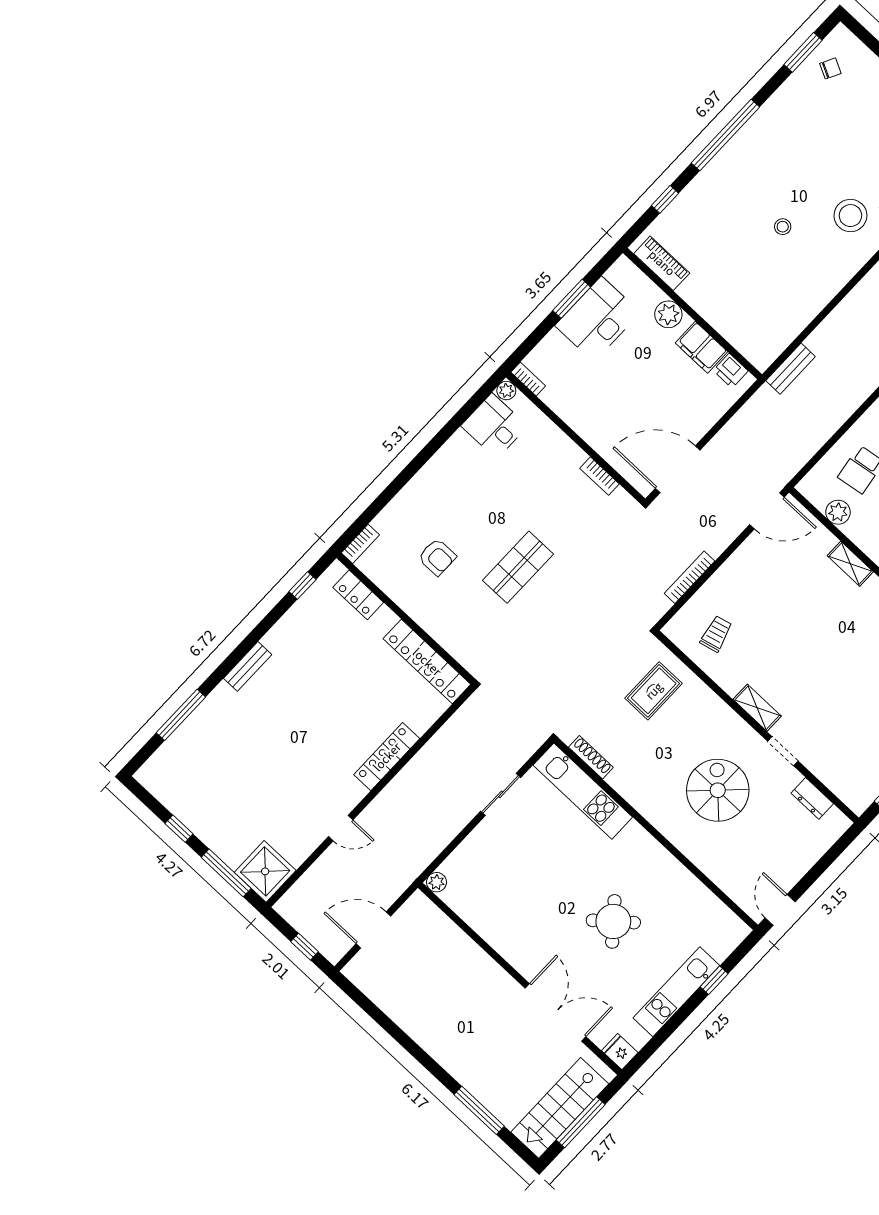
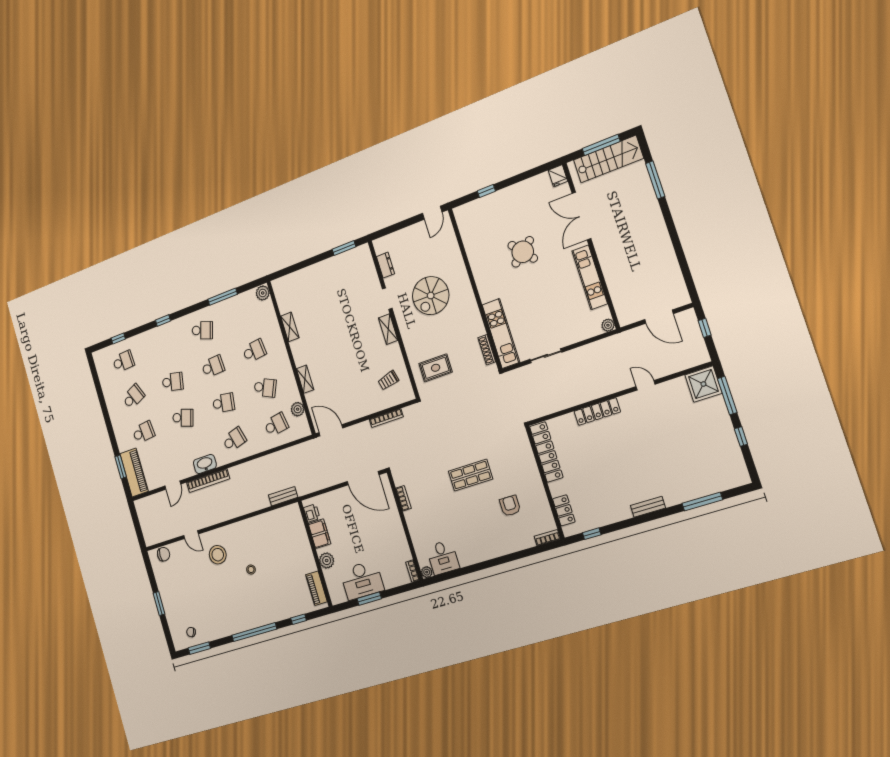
kitchen unit: (676, 992) -> (590, 277), moved, turned 90

